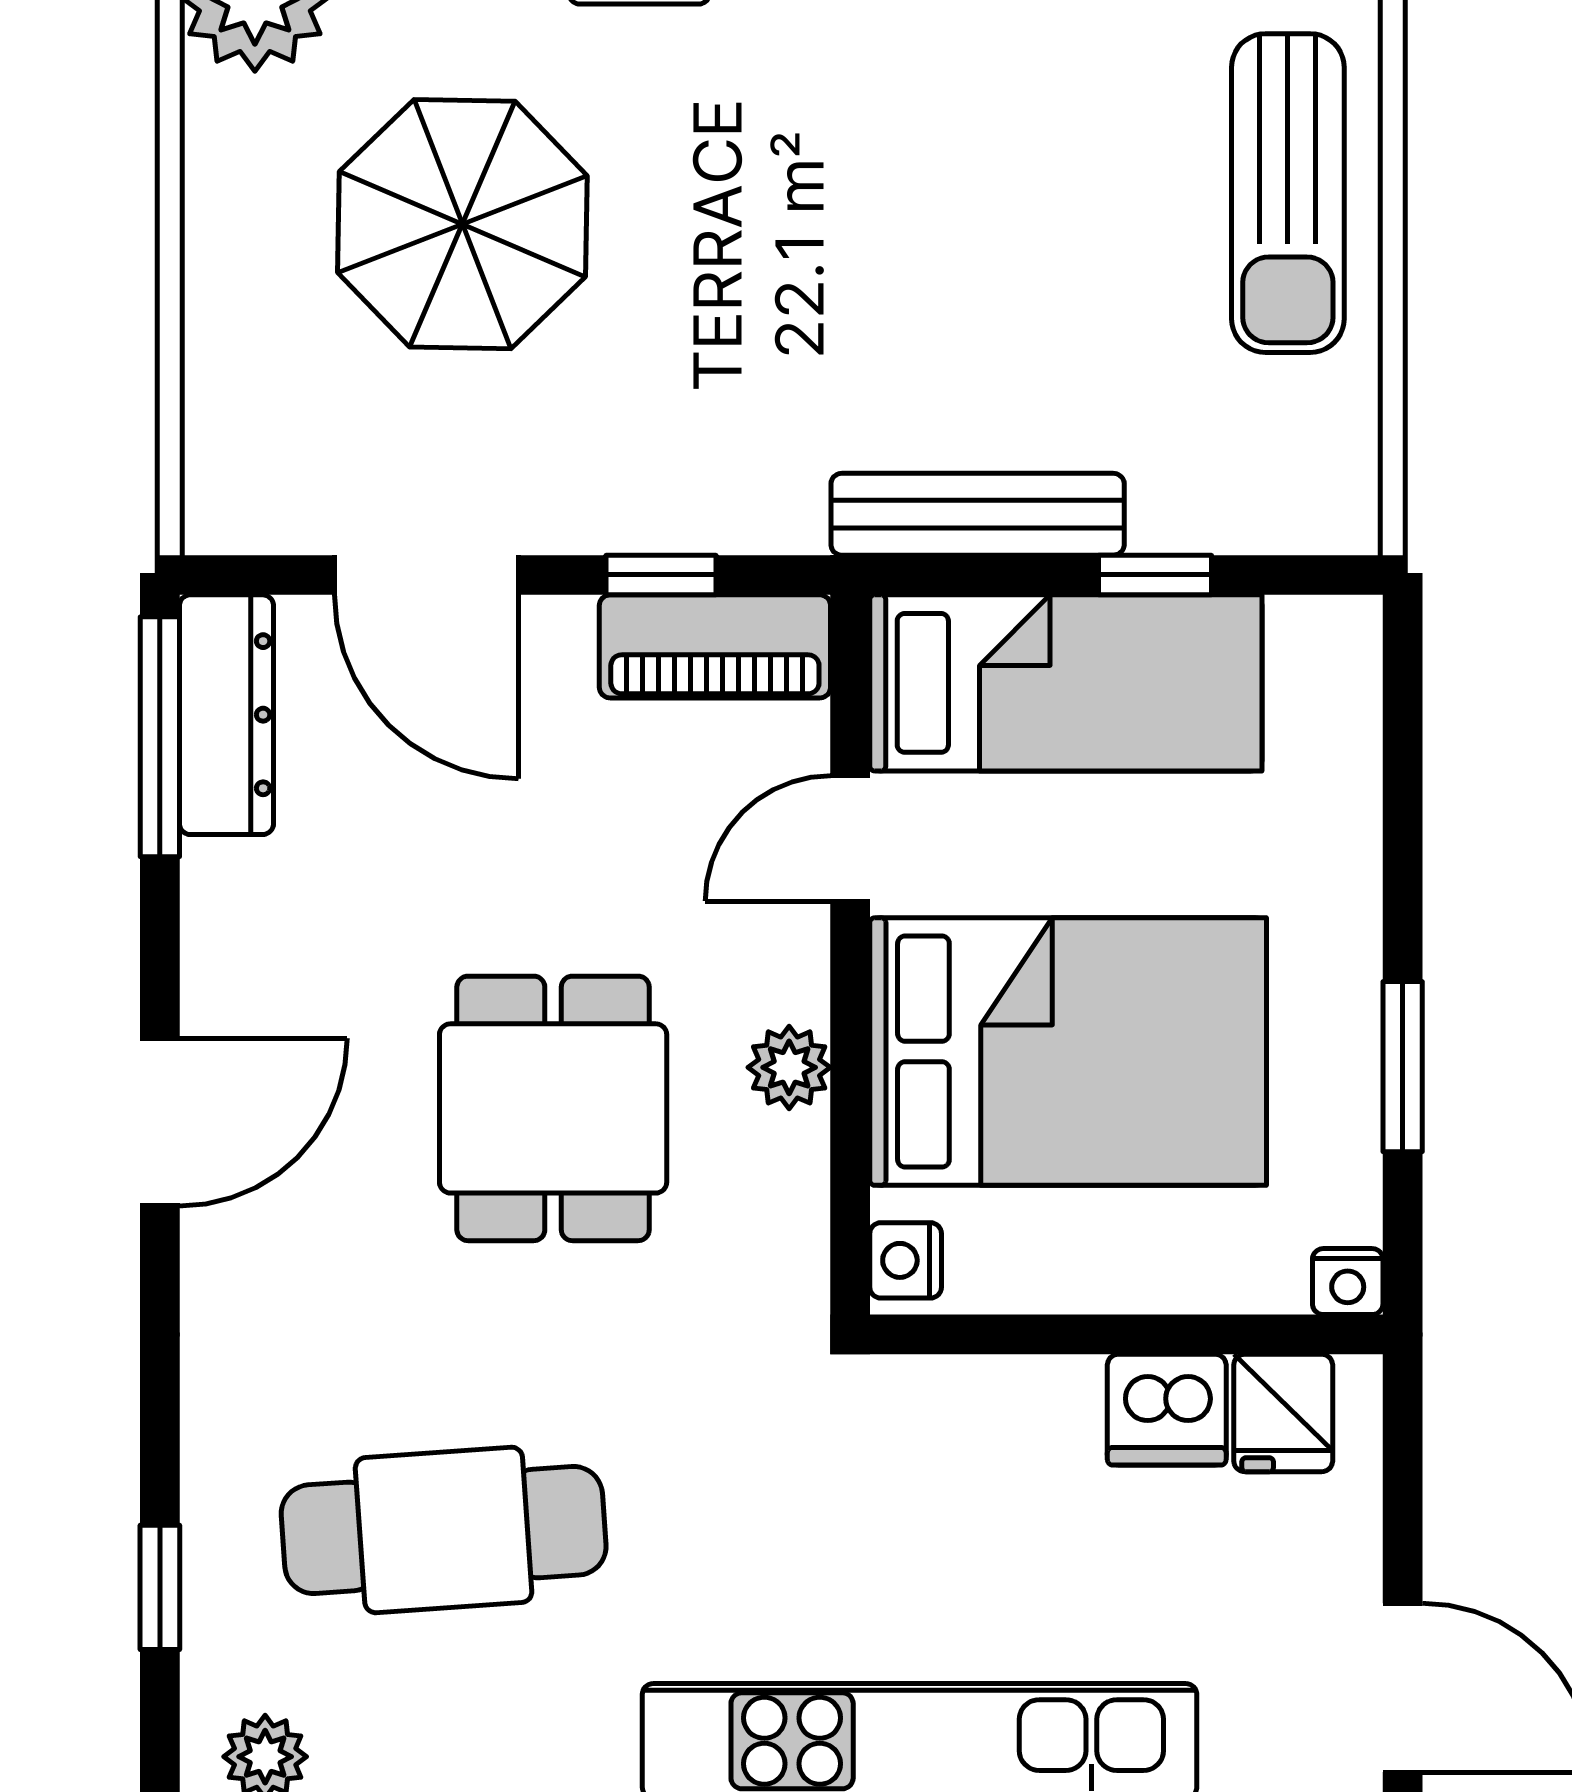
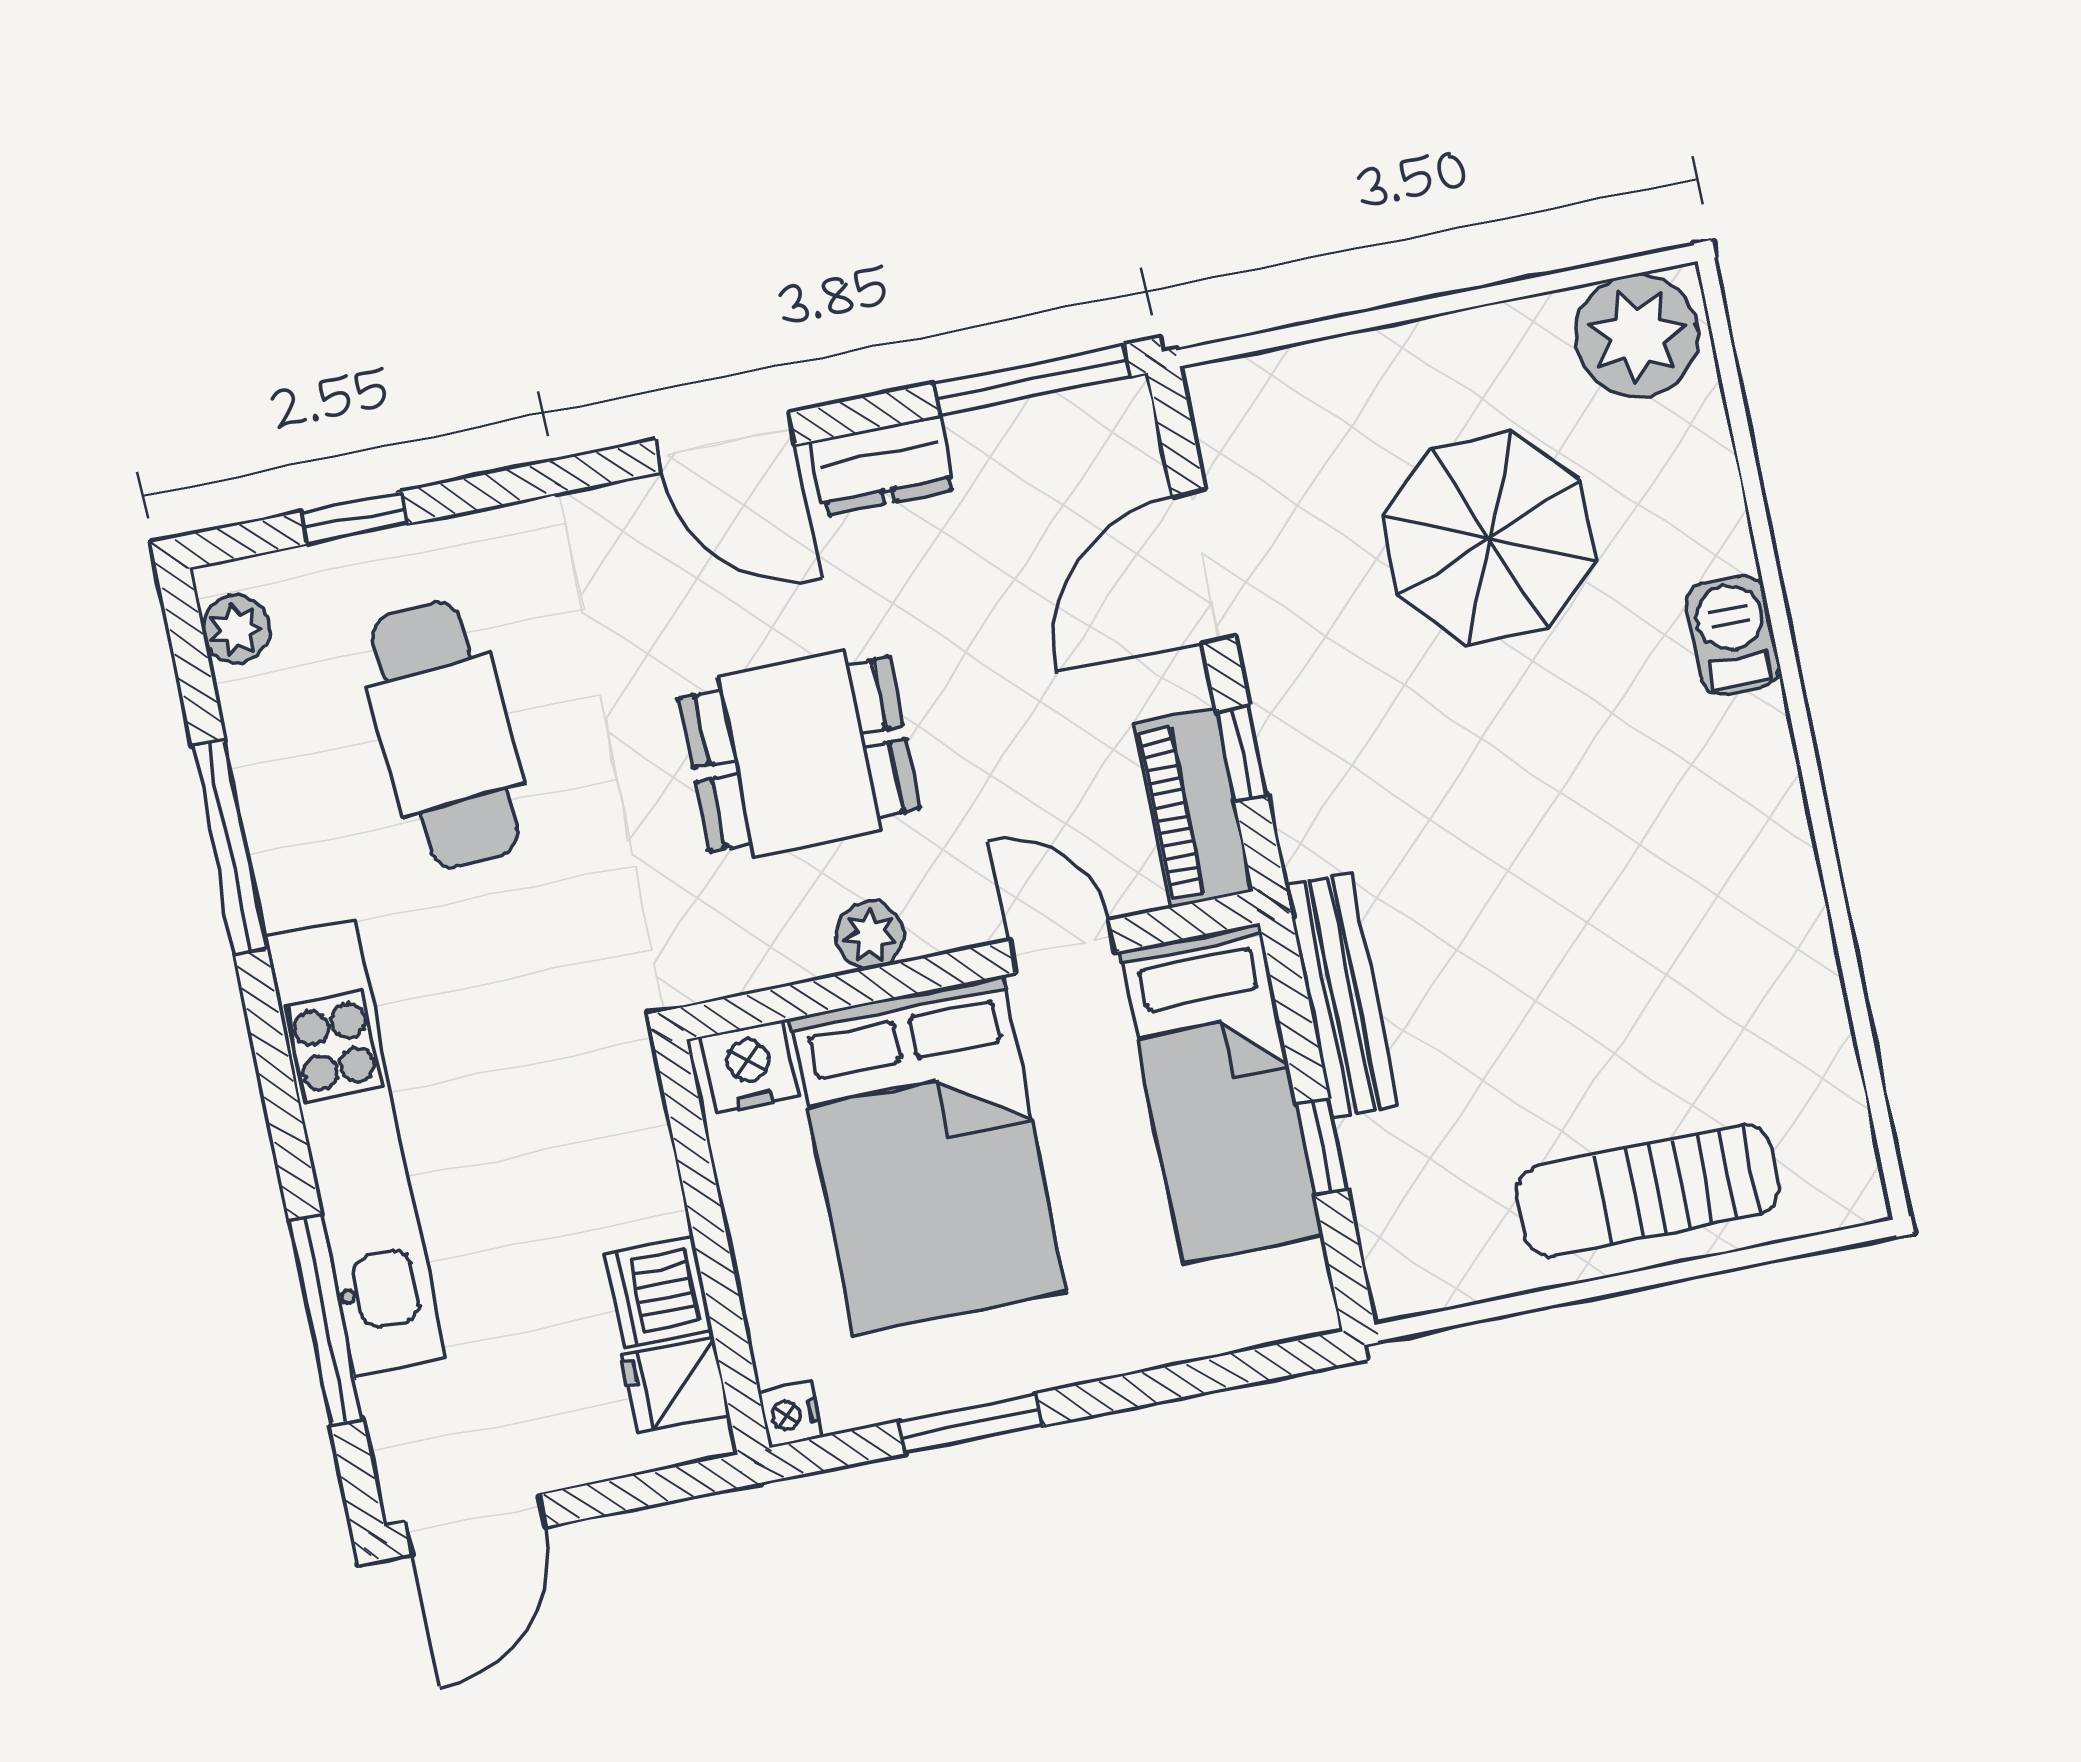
dresser: (226, 715) -> (882, 466), moved, width x0.70
nightstand: (906, 1260) -> (749, 1067), width x1.39, depth x1.35

